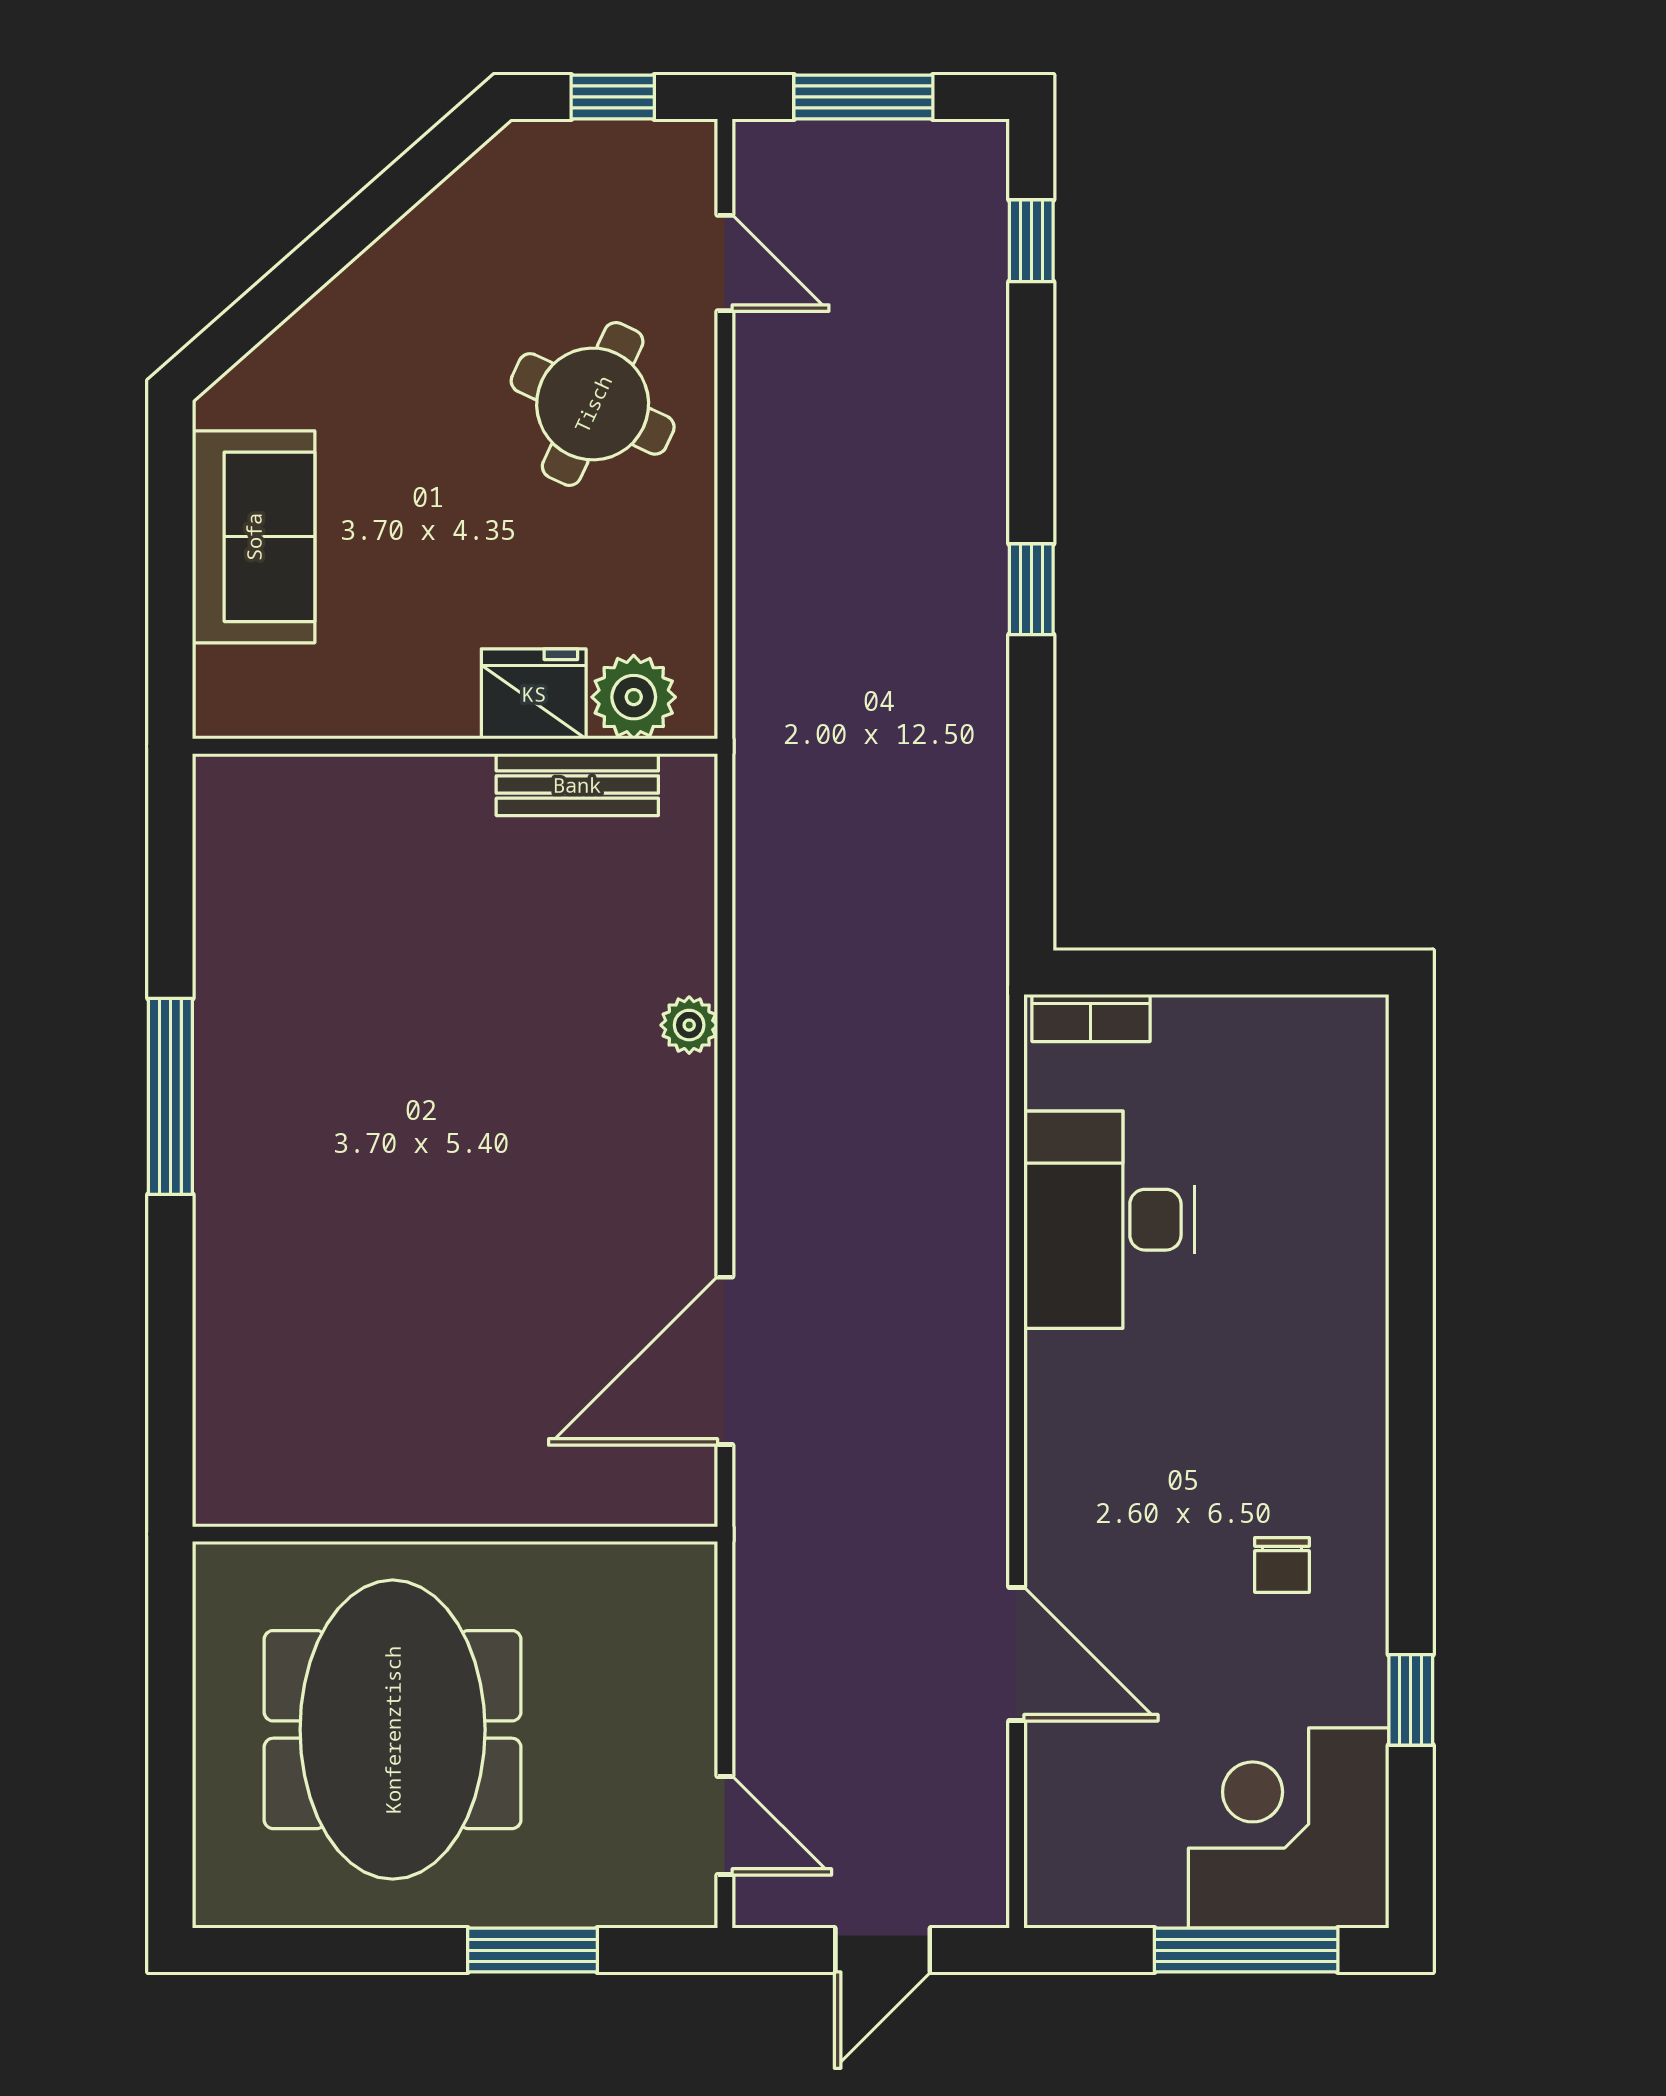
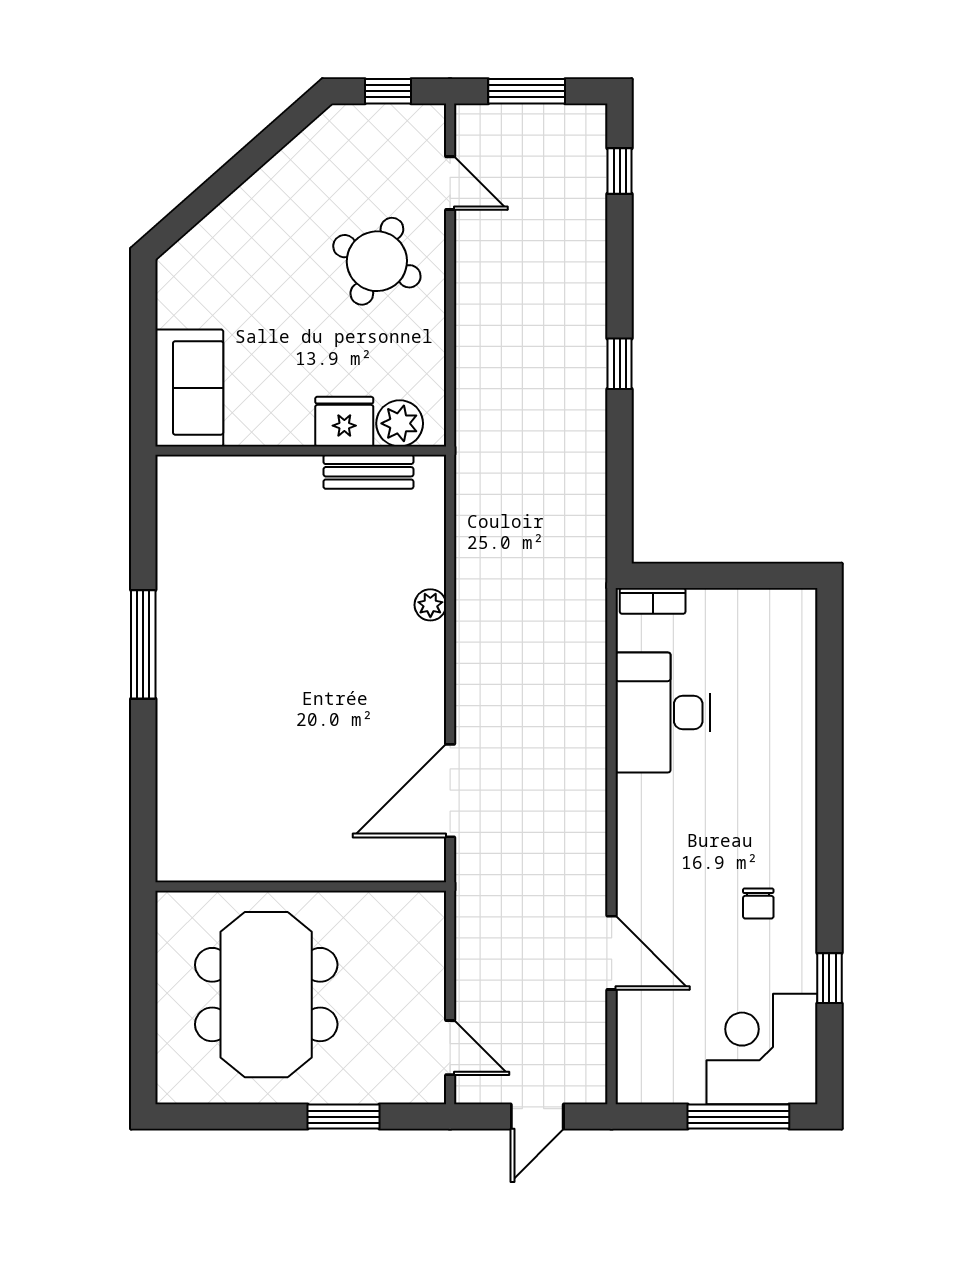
sofa: (254, 537) -> (189, 388), moved

